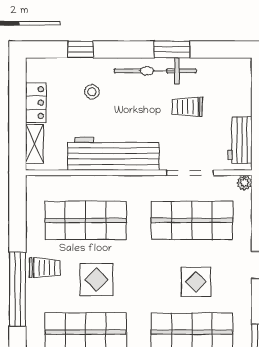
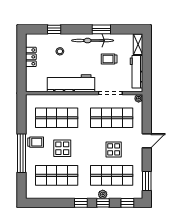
workbench: (240, 140) -> (136, 72), width x1.38
shelving: (34, 144) -> (138, 44), moved

